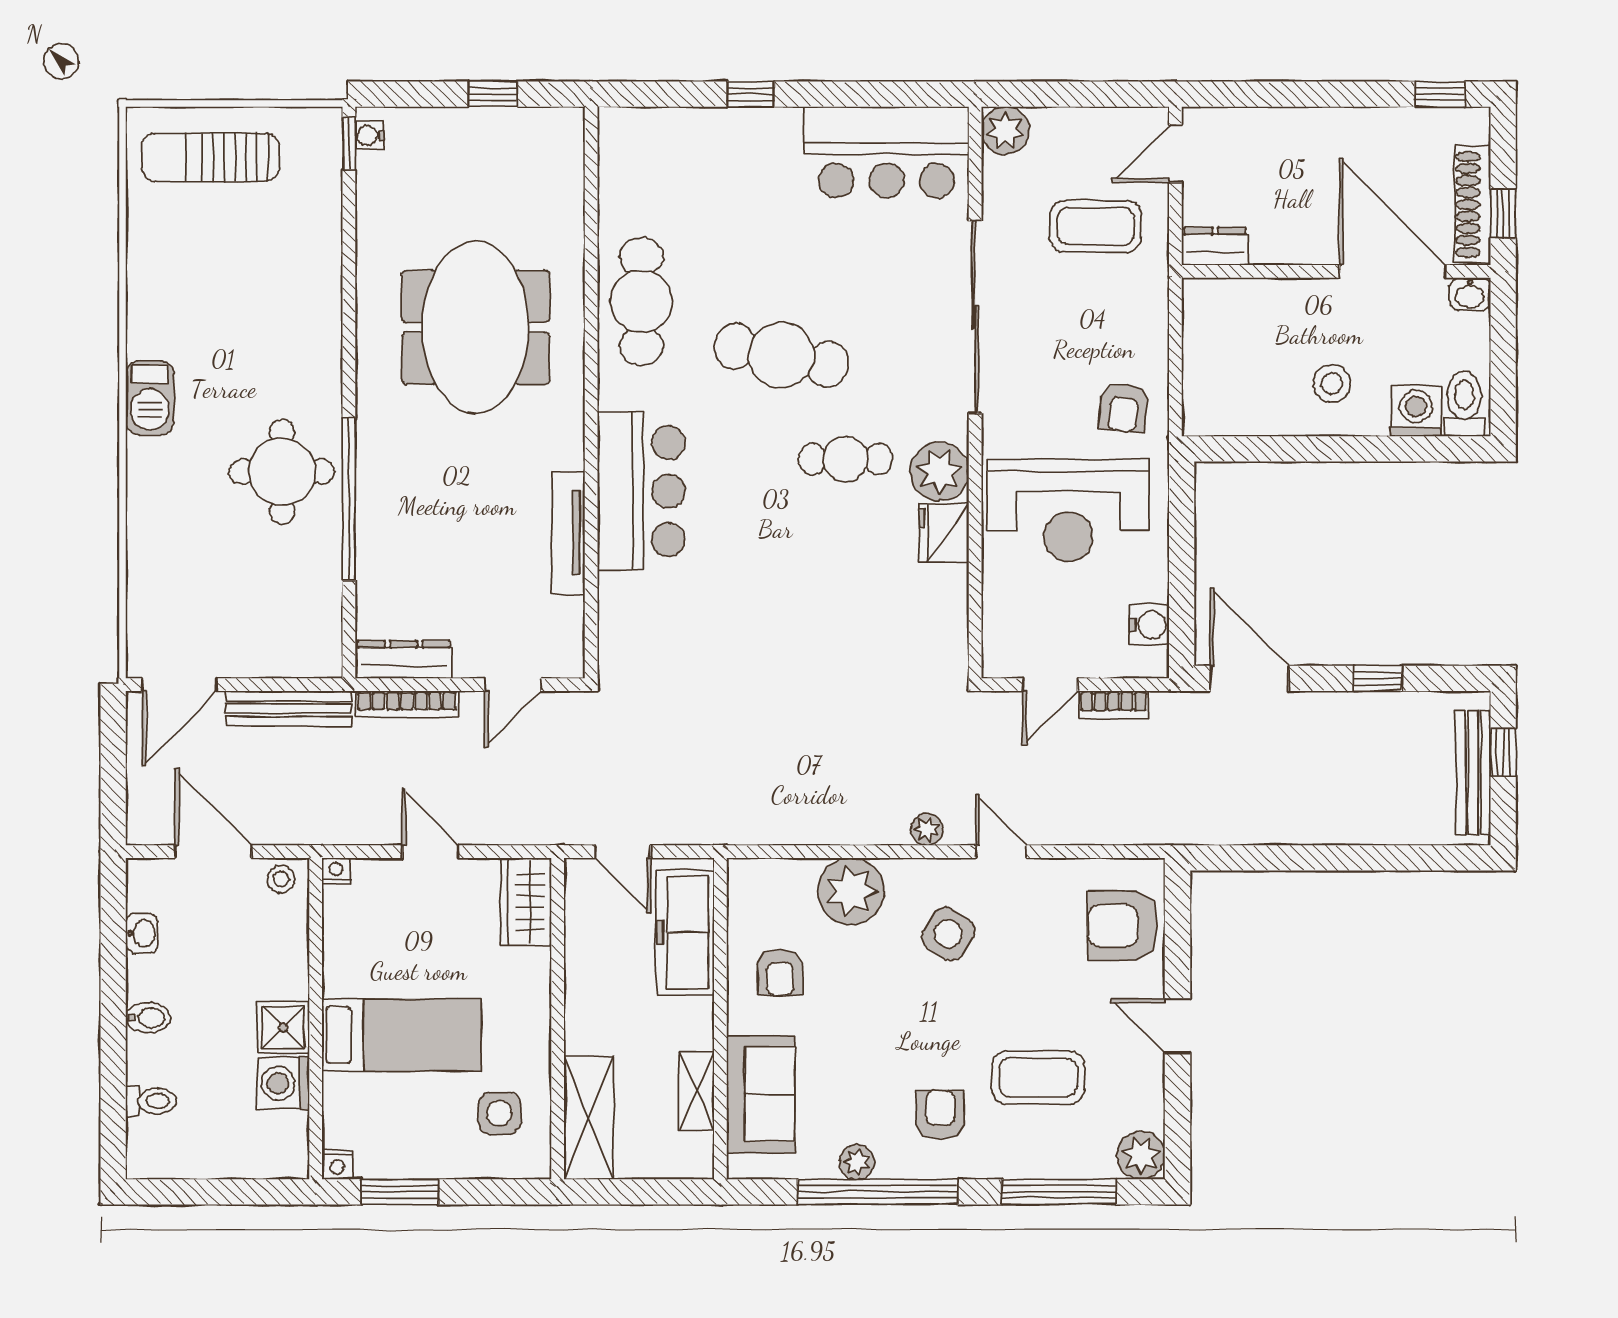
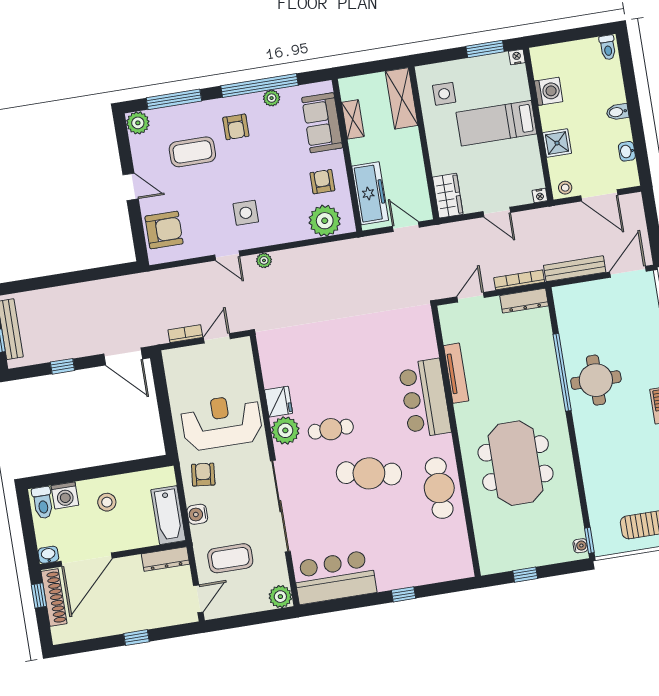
window: (1440, 94) -> (136, 638), moved
dresser: (1215, 246) -> (165, 559), width x1.44
door: (1393, 271) -> (86, 560), hinge flipped
bathtub: (1209, 336) -> (168, 515), added
water cooler: (1149, 625) -> (197, 514), moved
plant: (851, 891) -> (325, 221), moved
side table: (948, 934) -> (246, 213), turned -33
shower: (283, 1028) -> (557, 143), moved
toilet: (151, 1101) -> (608, 47), moved, turned -90

